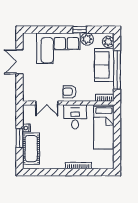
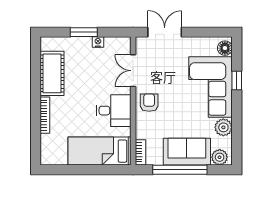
window: (80, 30) -> (237, 80), moved
floor lamp: (31, 38) -> (225, 48), added
double door: (20, 62) -> (165, 32), moved
cot: (31, 149) -> (52, 73), moved, turned 90

